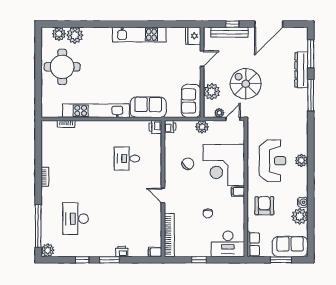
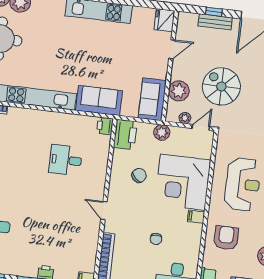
bench: (229, 32) -> (215, 22), width x0.73
printer: (170, 127) -> (125, 135), width x1.87, depth x1.48

